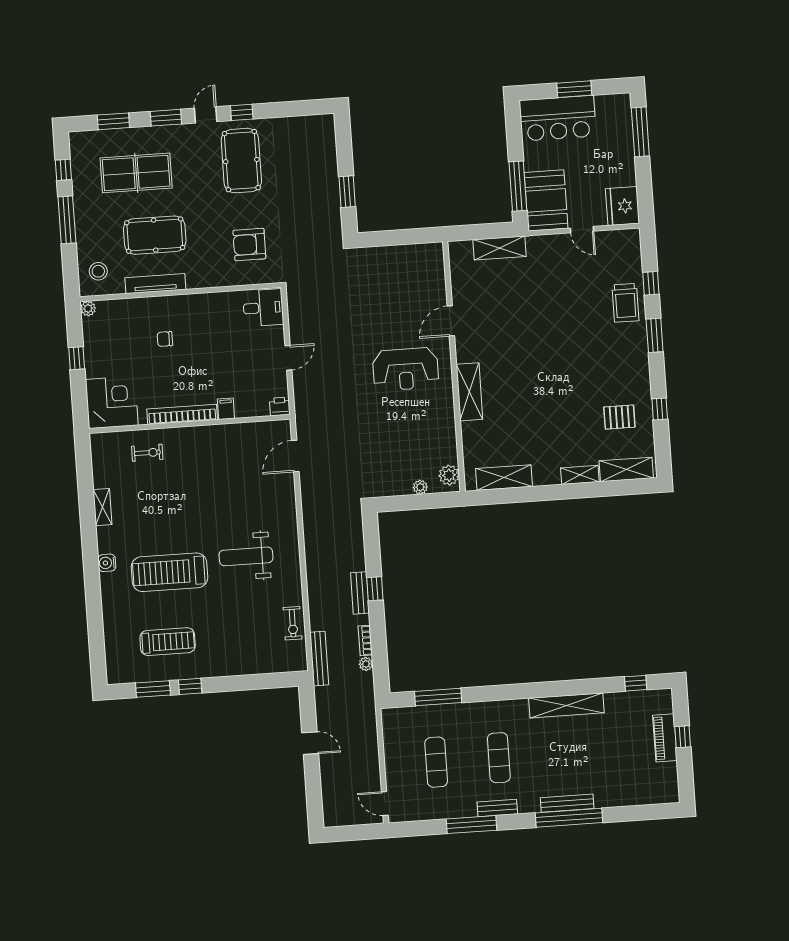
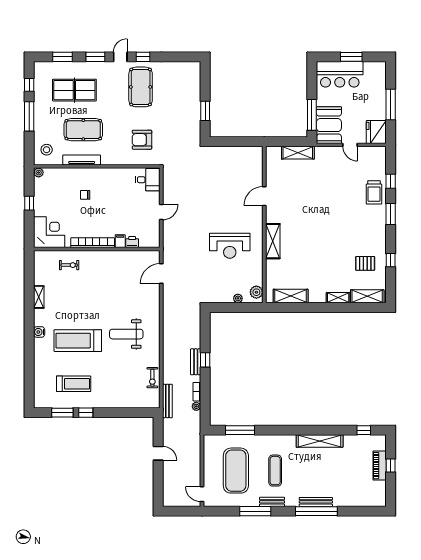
window: (640, 132) -> (391, 105), moved
reception desk: (406, 369) -> (230, 246), moved
printer: (280, 406) -> (132, 242), moved
exercise mat: (436, 762) -> (236, 471), width x2.00, depth x1.45

